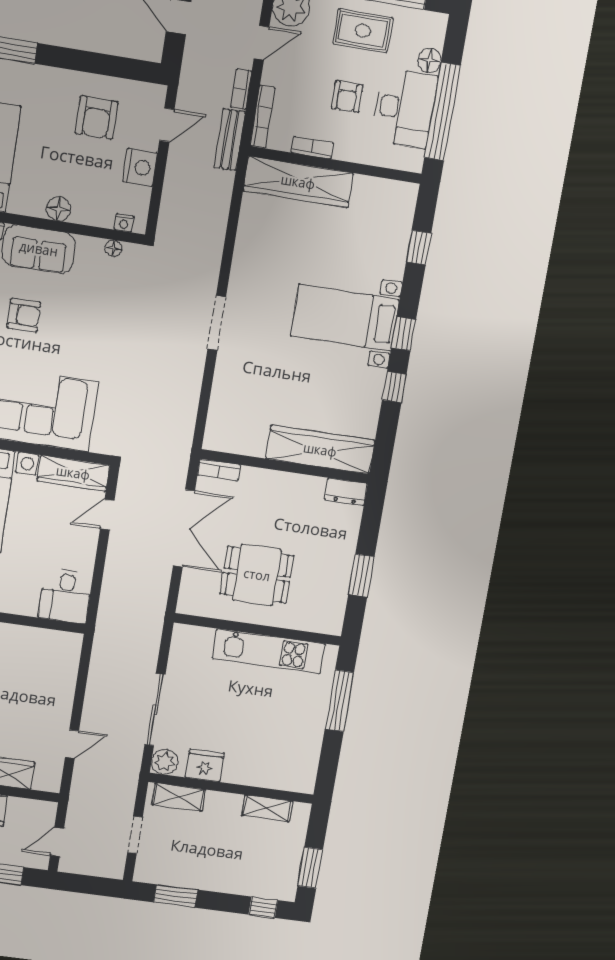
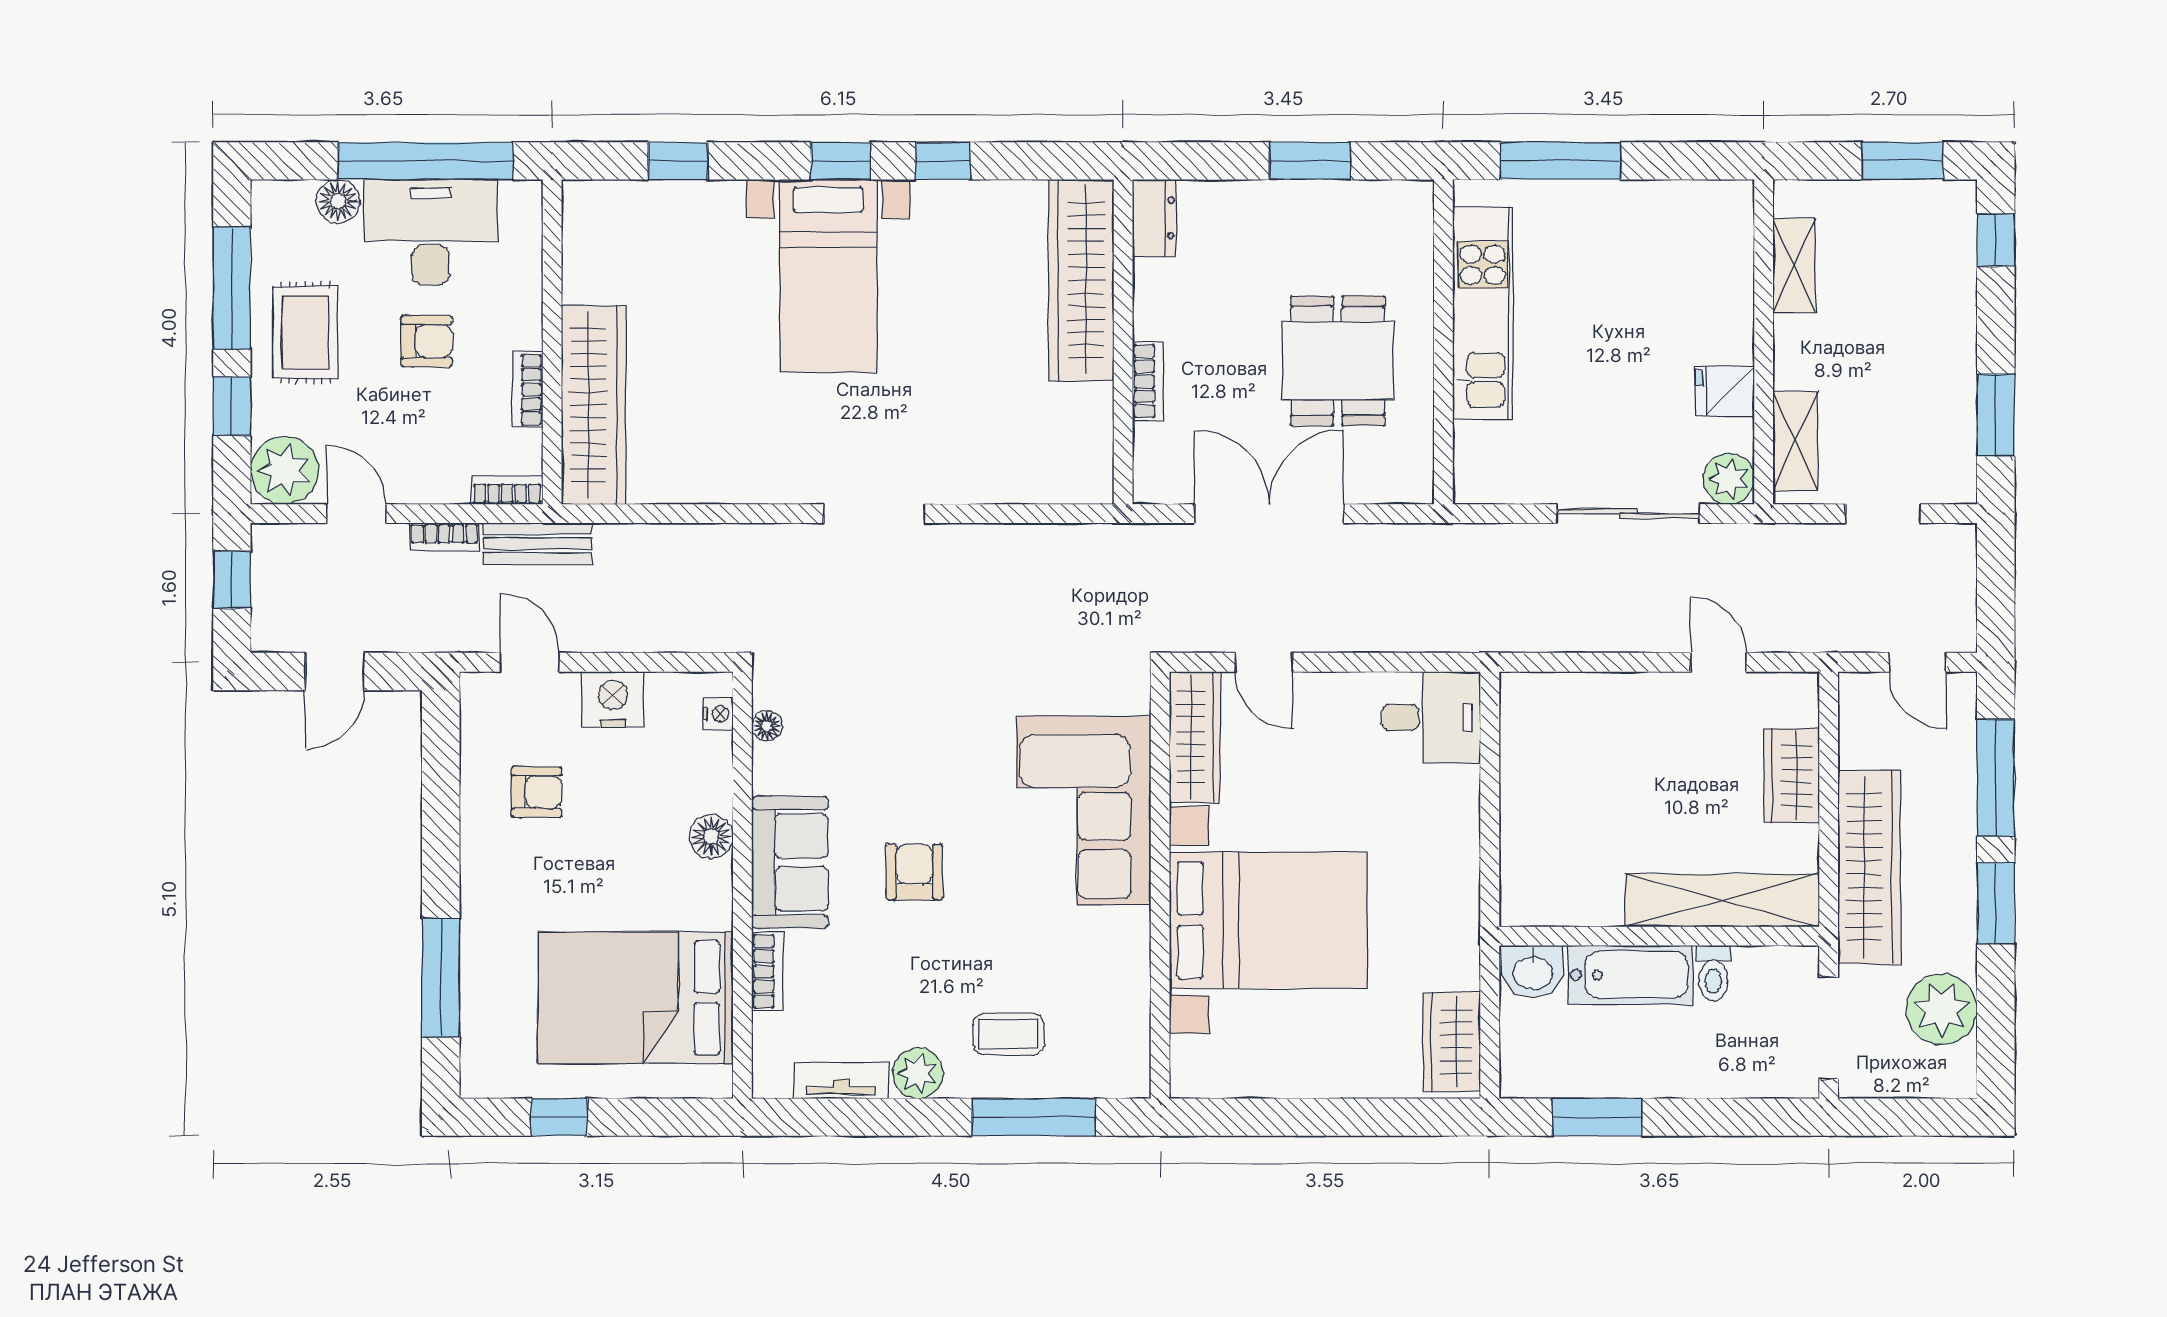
armchair: (97, 117) -> (536, 792), width x0.72, depth x0.72
bookcase: (263, 117) -> (507, 490), width x0.64
bookcase: (219, 470) -> (1148, 381), moved
fridge: (205, 765) -> (1725, 391), width x0.72

